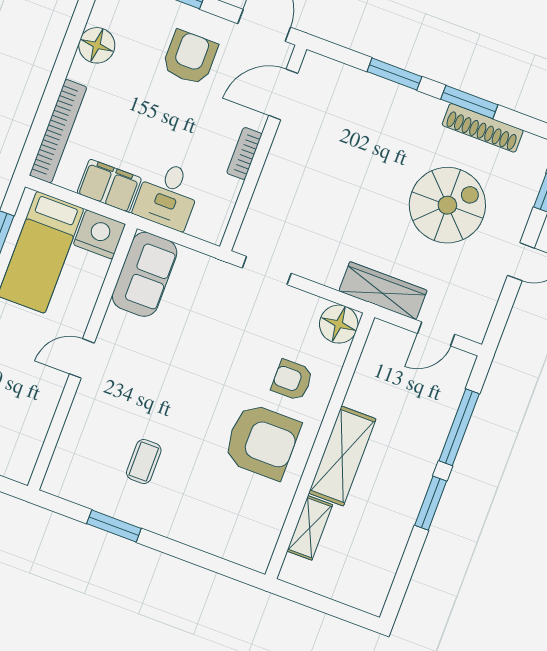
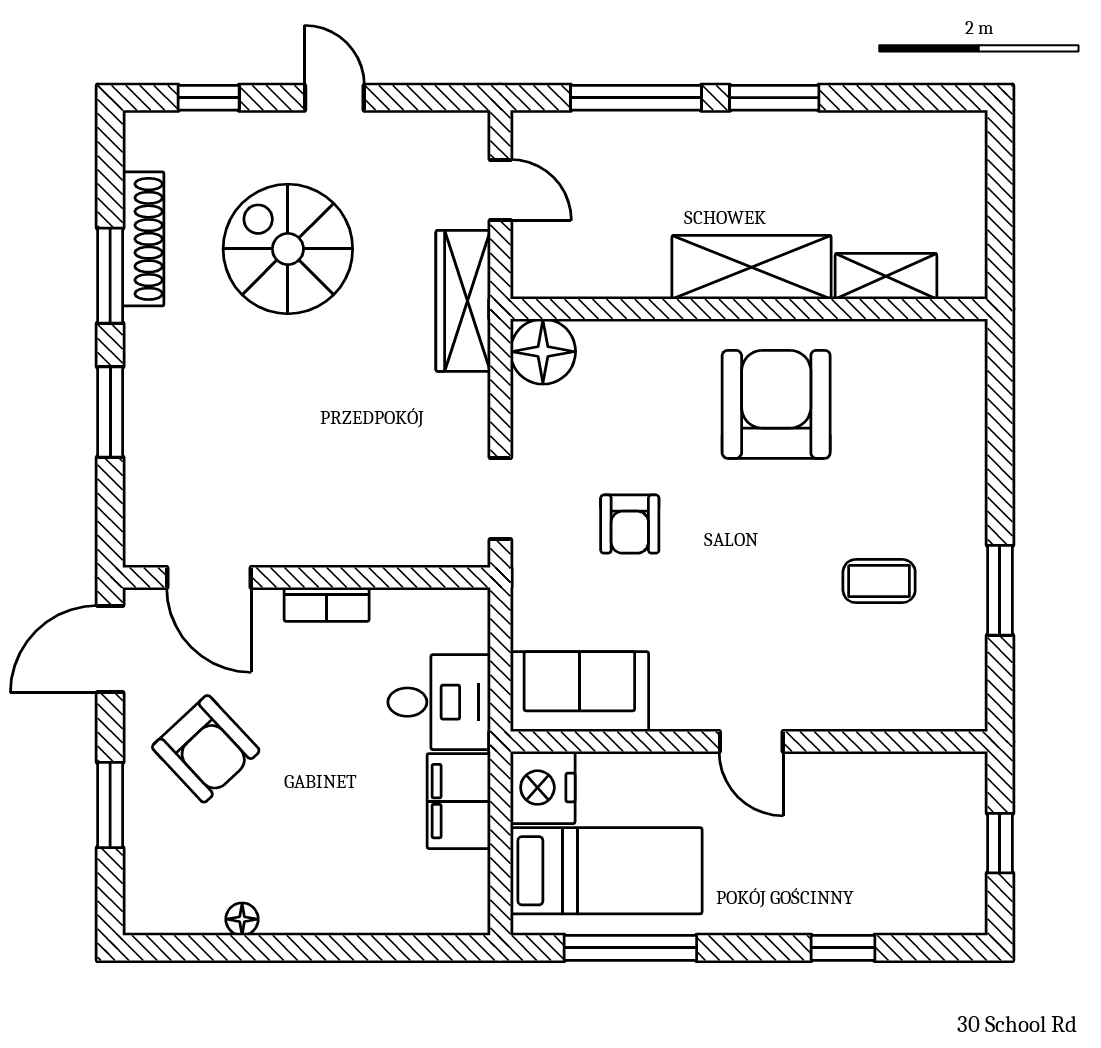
floor lamp: (97, 45) -> (242, 919), width x0.53, depth x0.53
armchair: (190, 57) -> (206, 749), turned -133
bookcase: (58, 131) -> (402, 915), removed
armchair: (292, 380) -> (630, 524), moved

